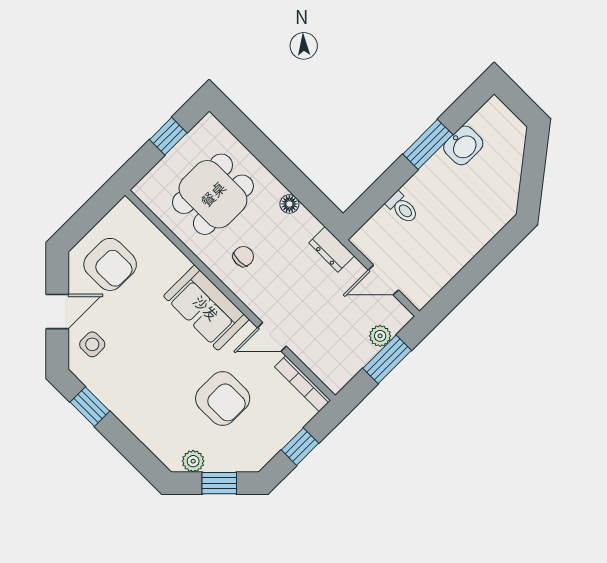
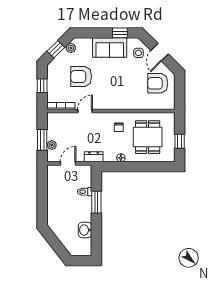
window: (428, 144) -> (96, 202), moved
sofa: (206, 308) -> (110, 47), moved, turned 180

